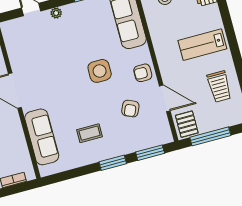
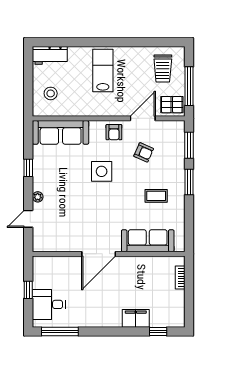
lab bench: (202, 45) -> (103, 71), turned 180
trolley: (219, 87) -> (163, 69), moved, turned 90
coffee table: (90, 133) -> (156, 196), turned 90

